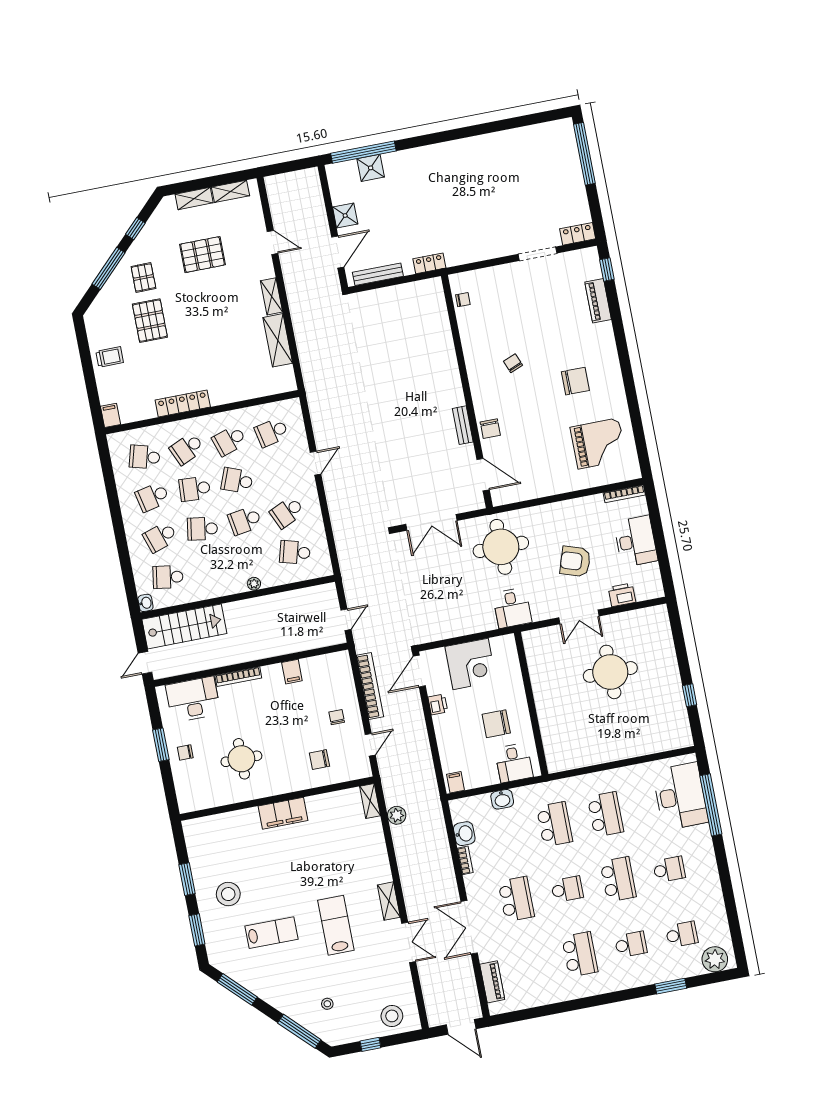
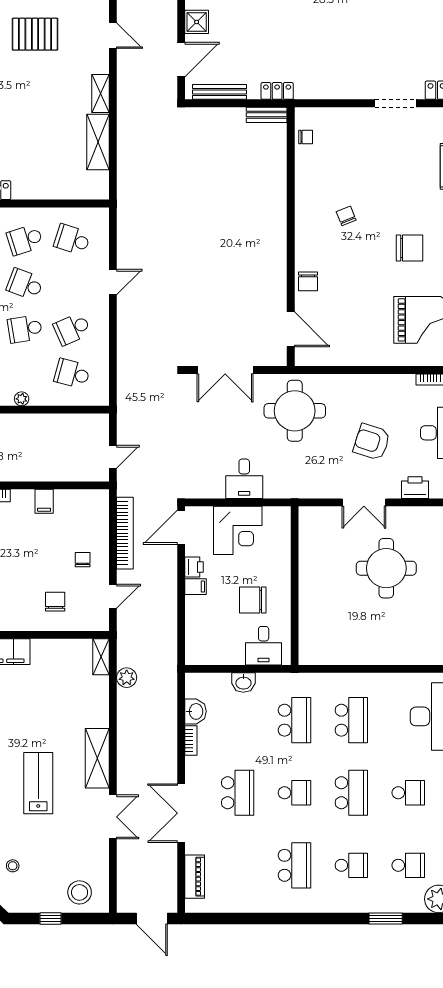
bench: (463, 425) -> (267, 115), moved, turned 90
school desk: (272, 432) -> (72, 240), turned 30
desk: (512, 608) -> (244, 479), moved
chair: (319, 760) -> (55, 602), turned 90
filing cabinet: (456, 782) -> (195, 587), moved, turned 90
shelving: (389, 901) -> (97, 758), width x1.50, depth x1.33

